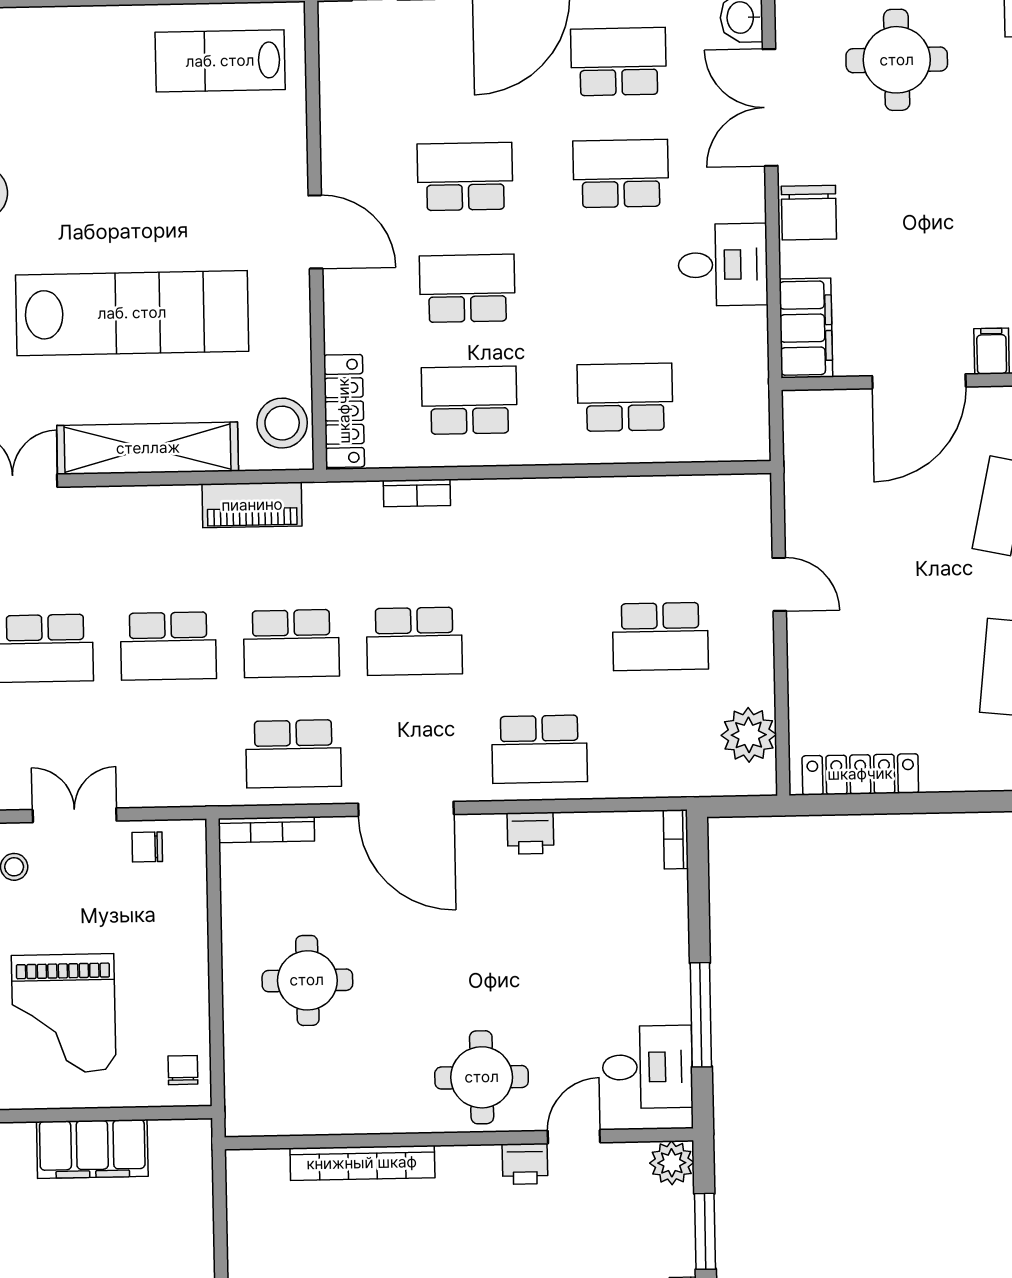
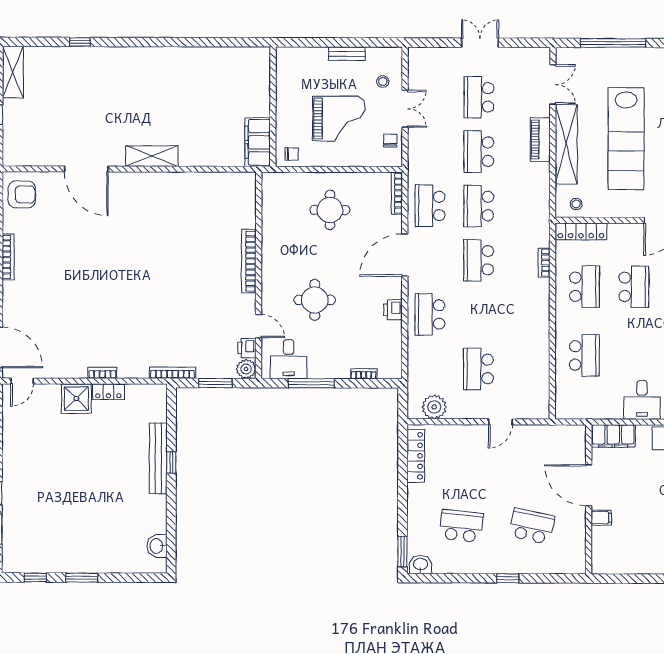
stool: (282, 423) -> (576, 204), width x0.53, depth x0.53
piano: (252, 505) -> (540, 140), moved
bookcase: (676, 839) -> (364, 374), moved
grand piano: (64, 1013) -> (339, 119), moved, turned 180
round table: (482, 1077) -> (315, 300), moved
filing cabinet: (92, 1149) -> (258, 142), moved
bookcase: (362, 1163) -> (249, 261), moved
printer: (525, 1164) -> (247, 348), moved

